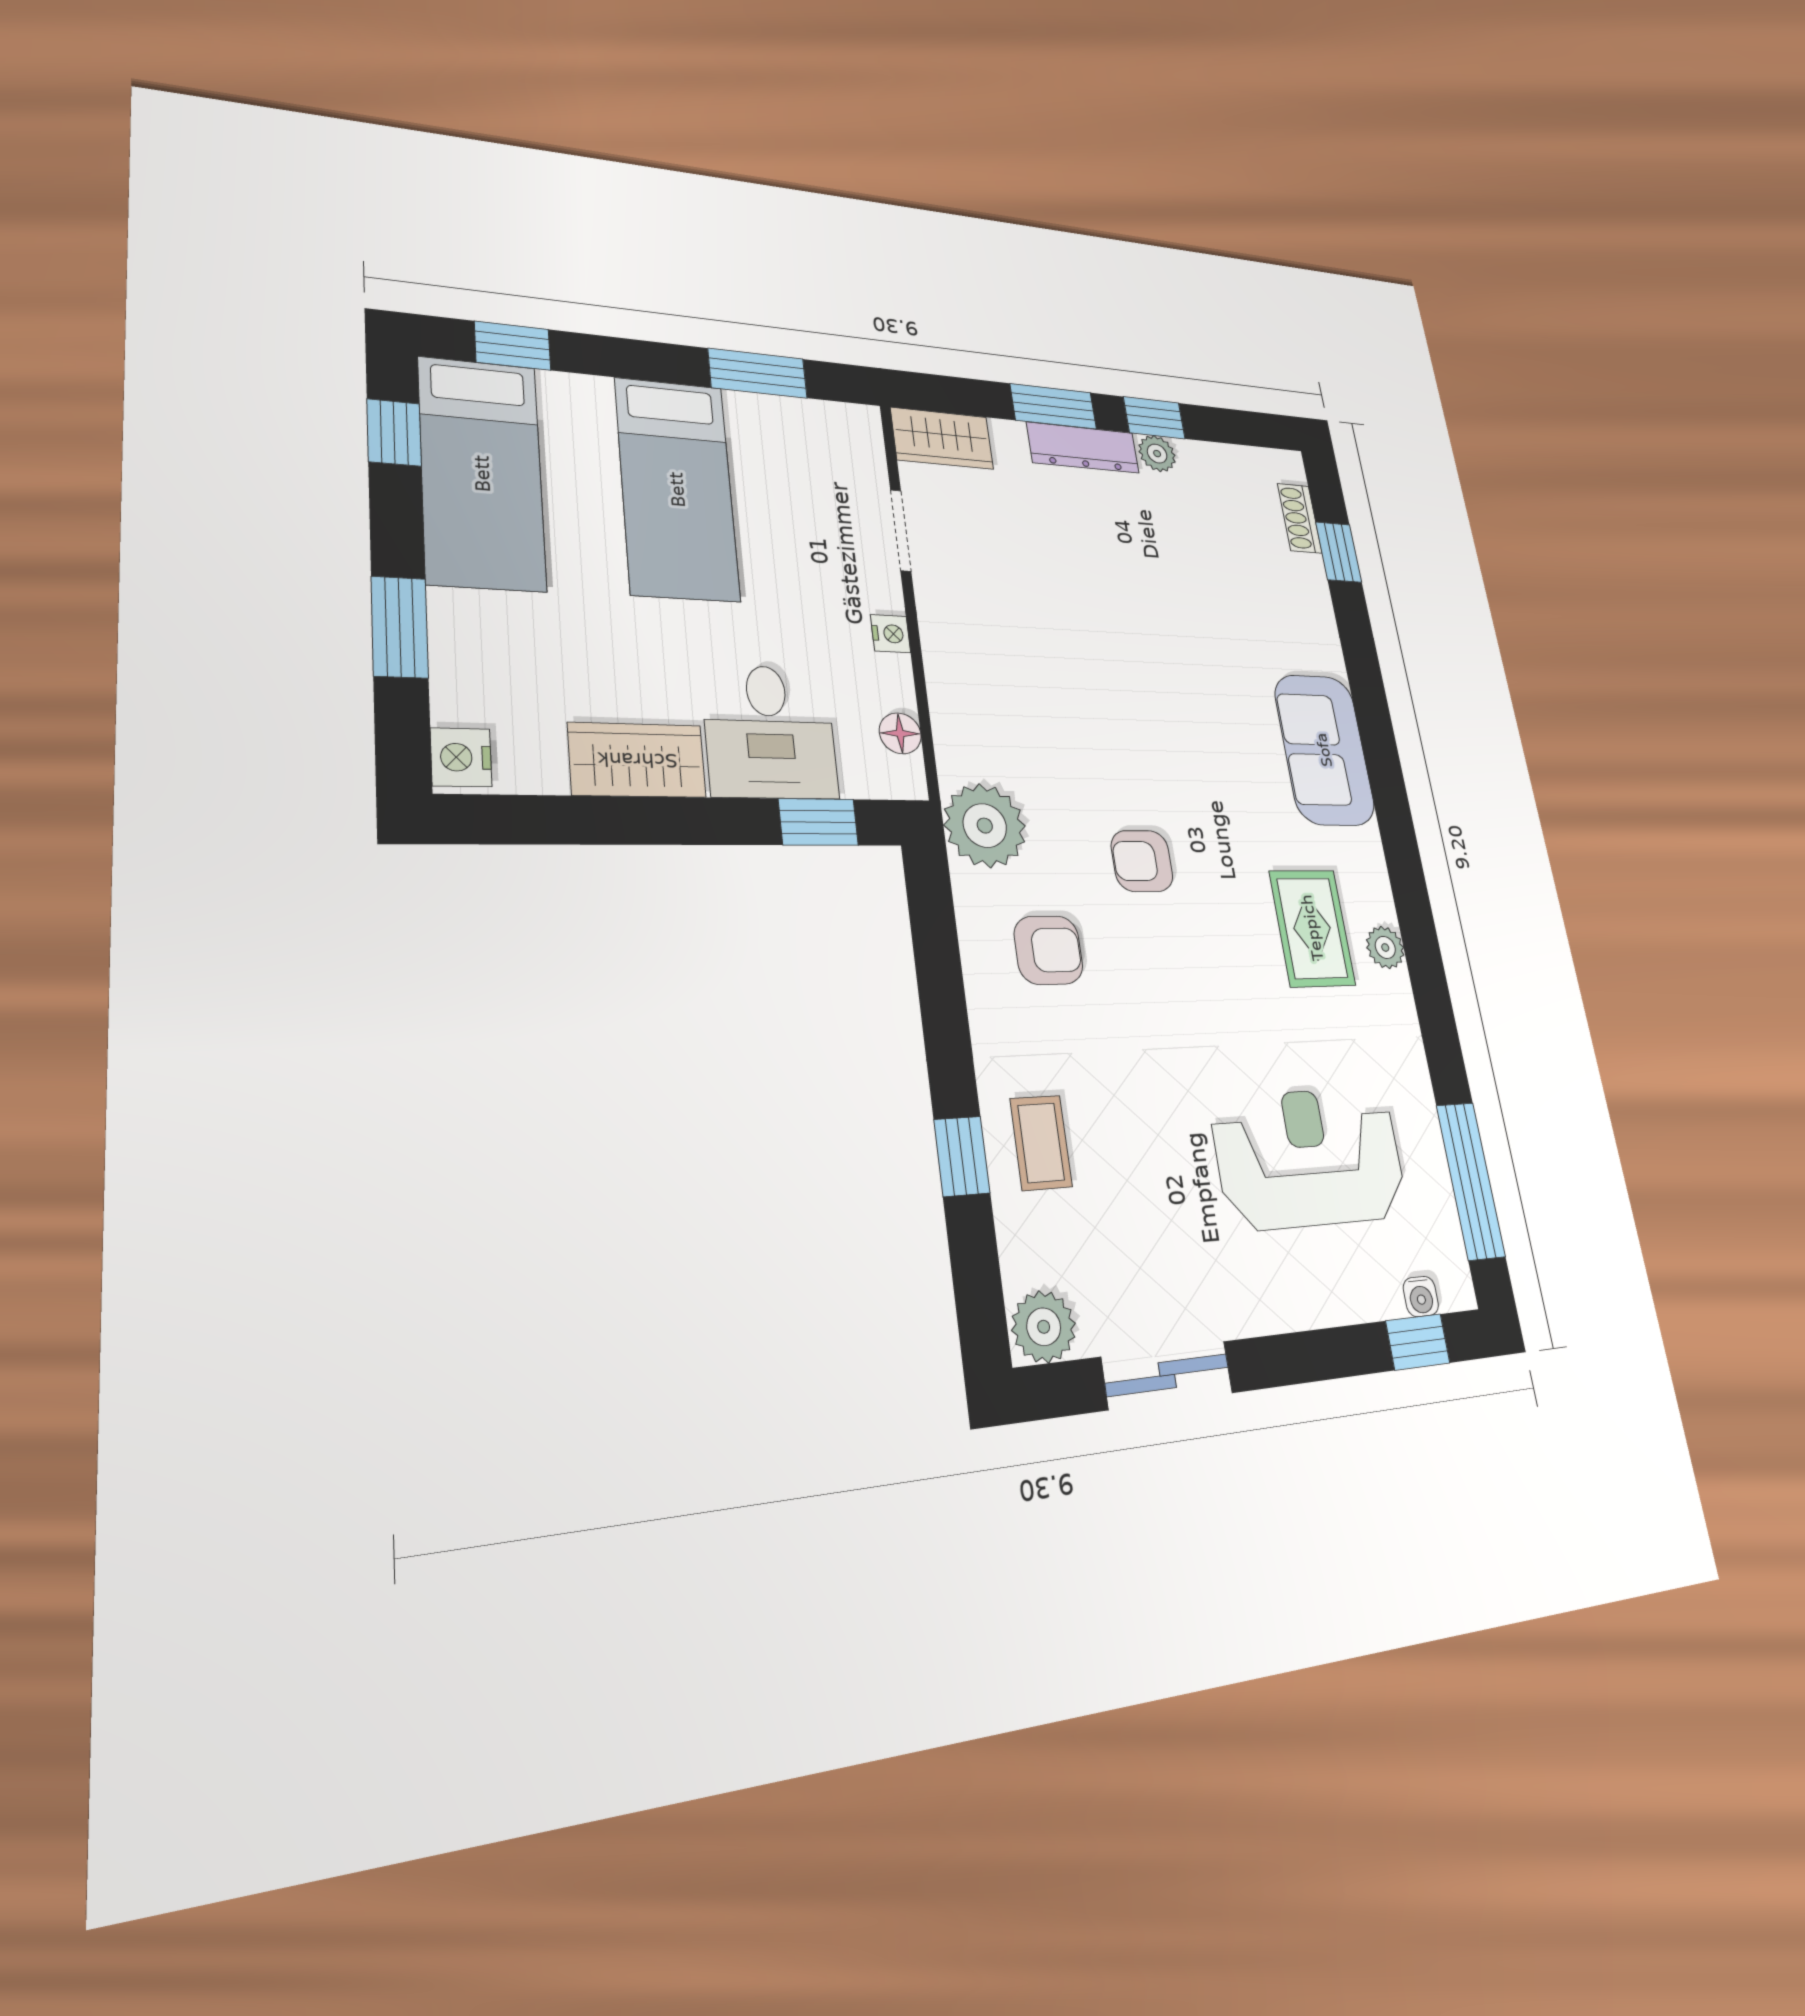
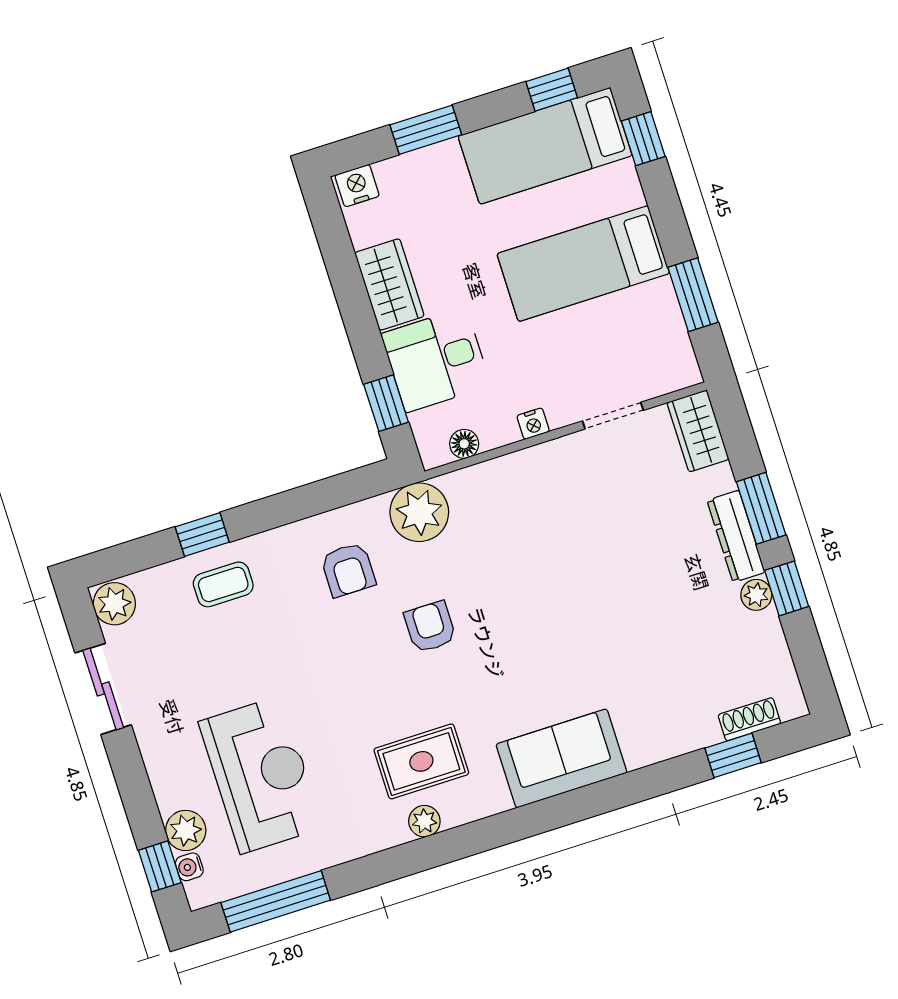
plant: (1373, 1290) -> (186, 830), added

